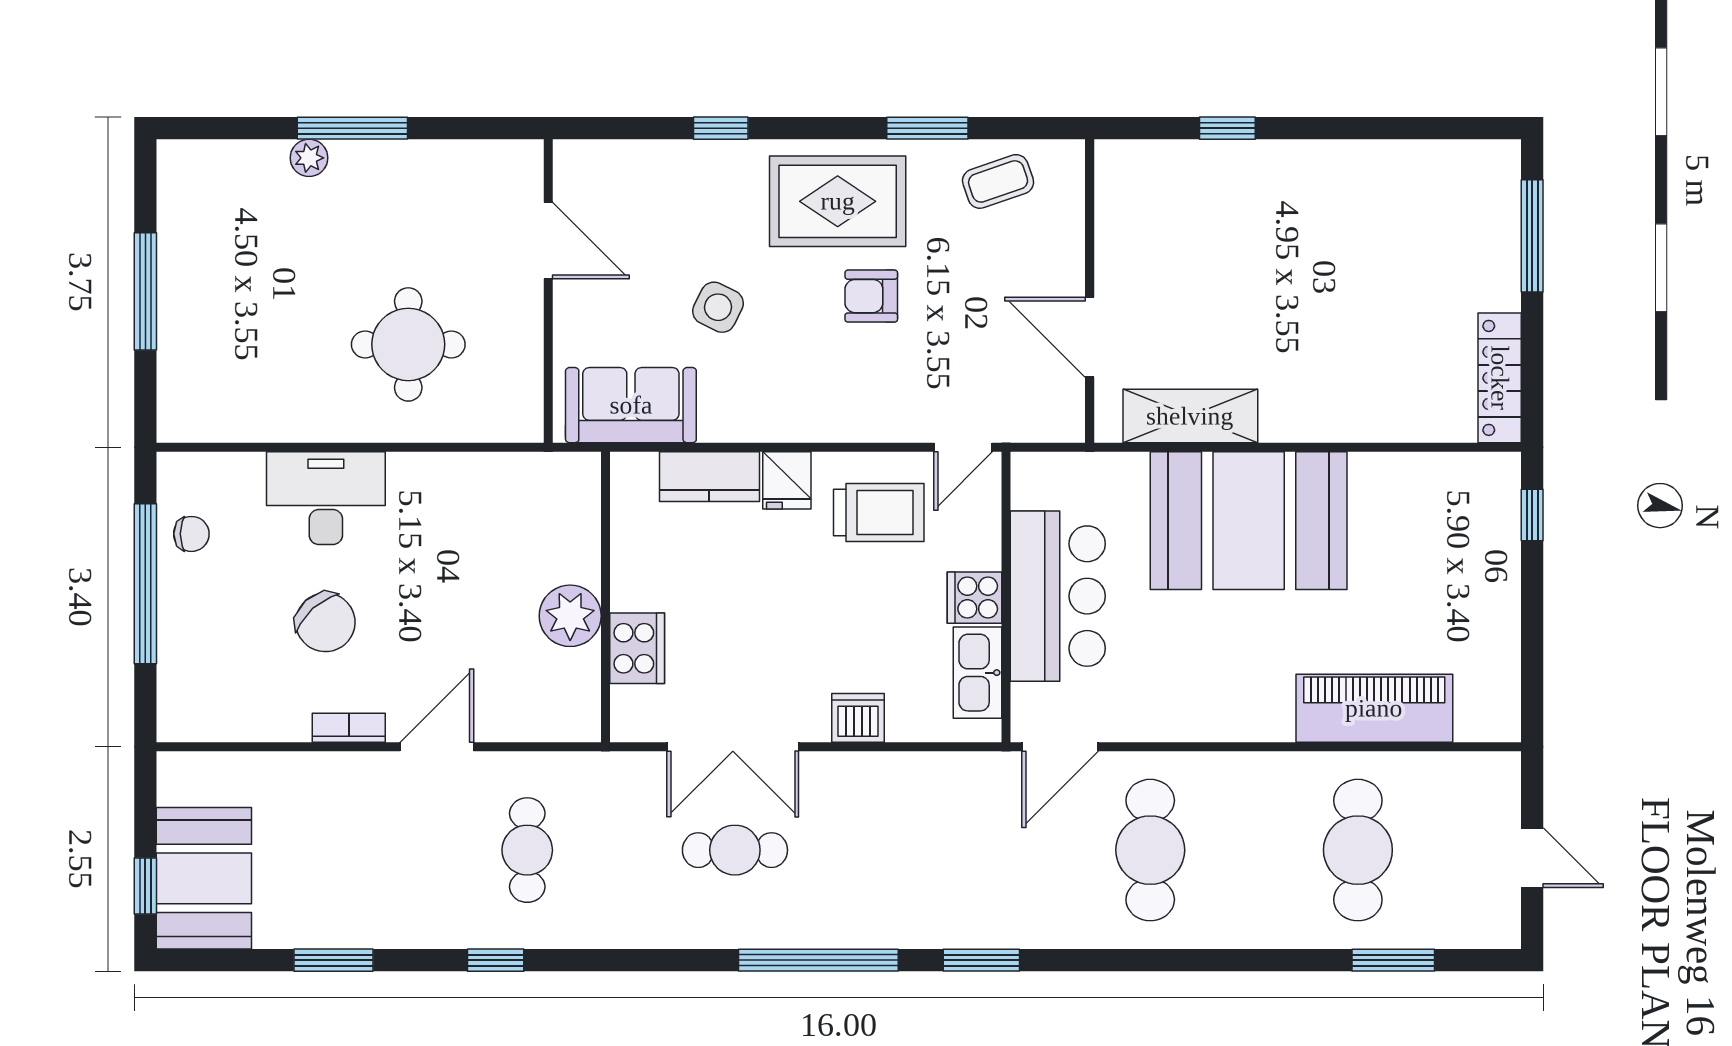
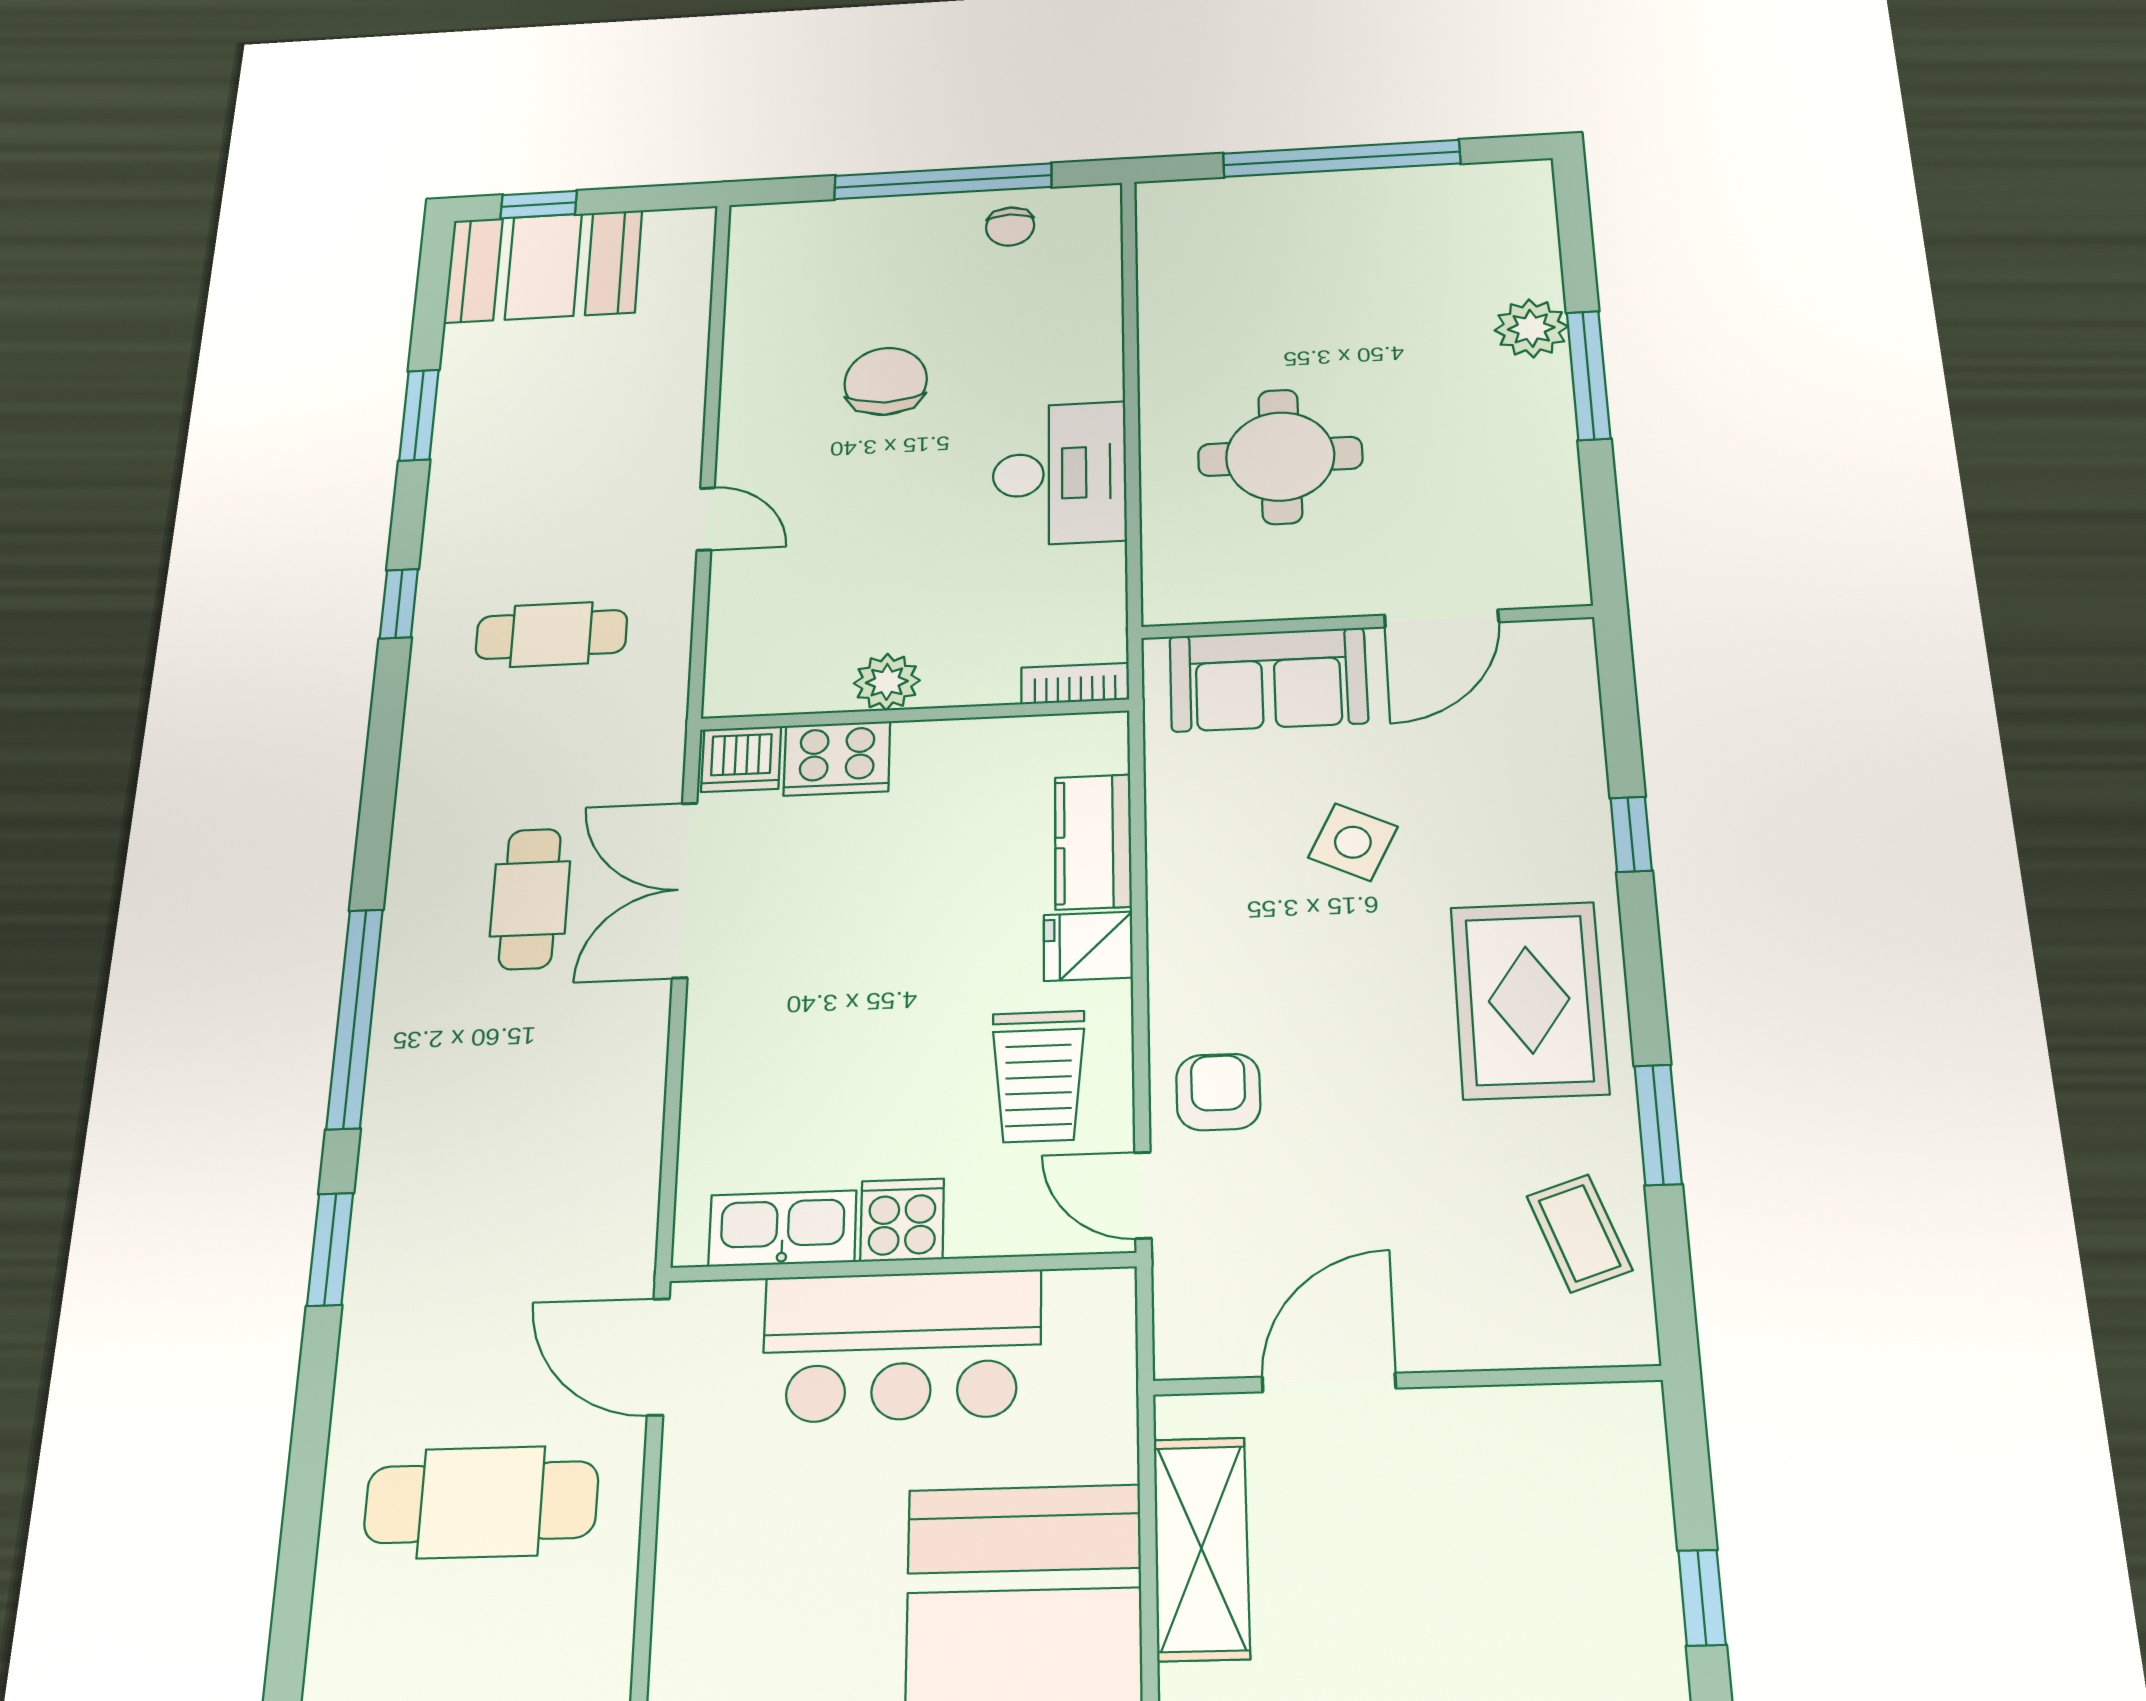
plant: (309, 158) -> (1531, 328), width x1.38, depth x1.38
window: (145, 291) -> (1341, 158), width x1.46
armchair: (871, 296) -> (1218, 1092), moved
sofa: (631, 405) -> (1268, 680), moved, turned 90
desk: (326, 498) -> (1059, 473), moved
plant: (570, 616) -> (887, 682), width x0.73, depth x0.73
chair: (325, 622) -> (886, 381), turned 132
dishwasher: (858, 718) -> (741, 759), moved, turned 90
bookcase: (349, 728) -> (1075, 683), moved, turned -90
door: (437, 747) -> (706, 519), width x0.73

